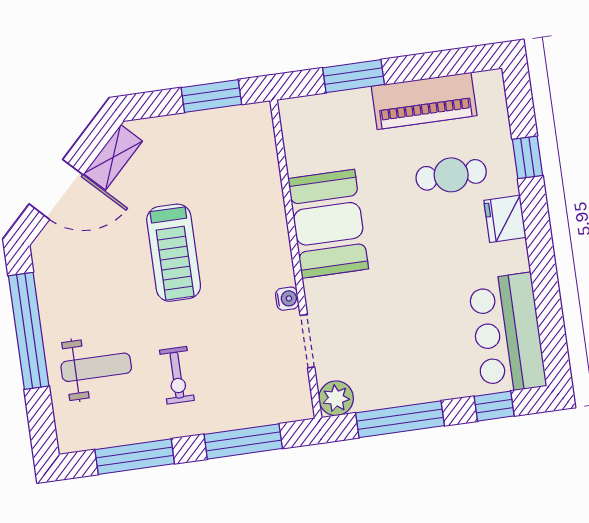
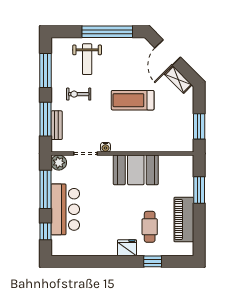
bar counter: (507, 333) -> (65, 209), moved, turned 90
bench: (253, 415) -> (57, 125), added

